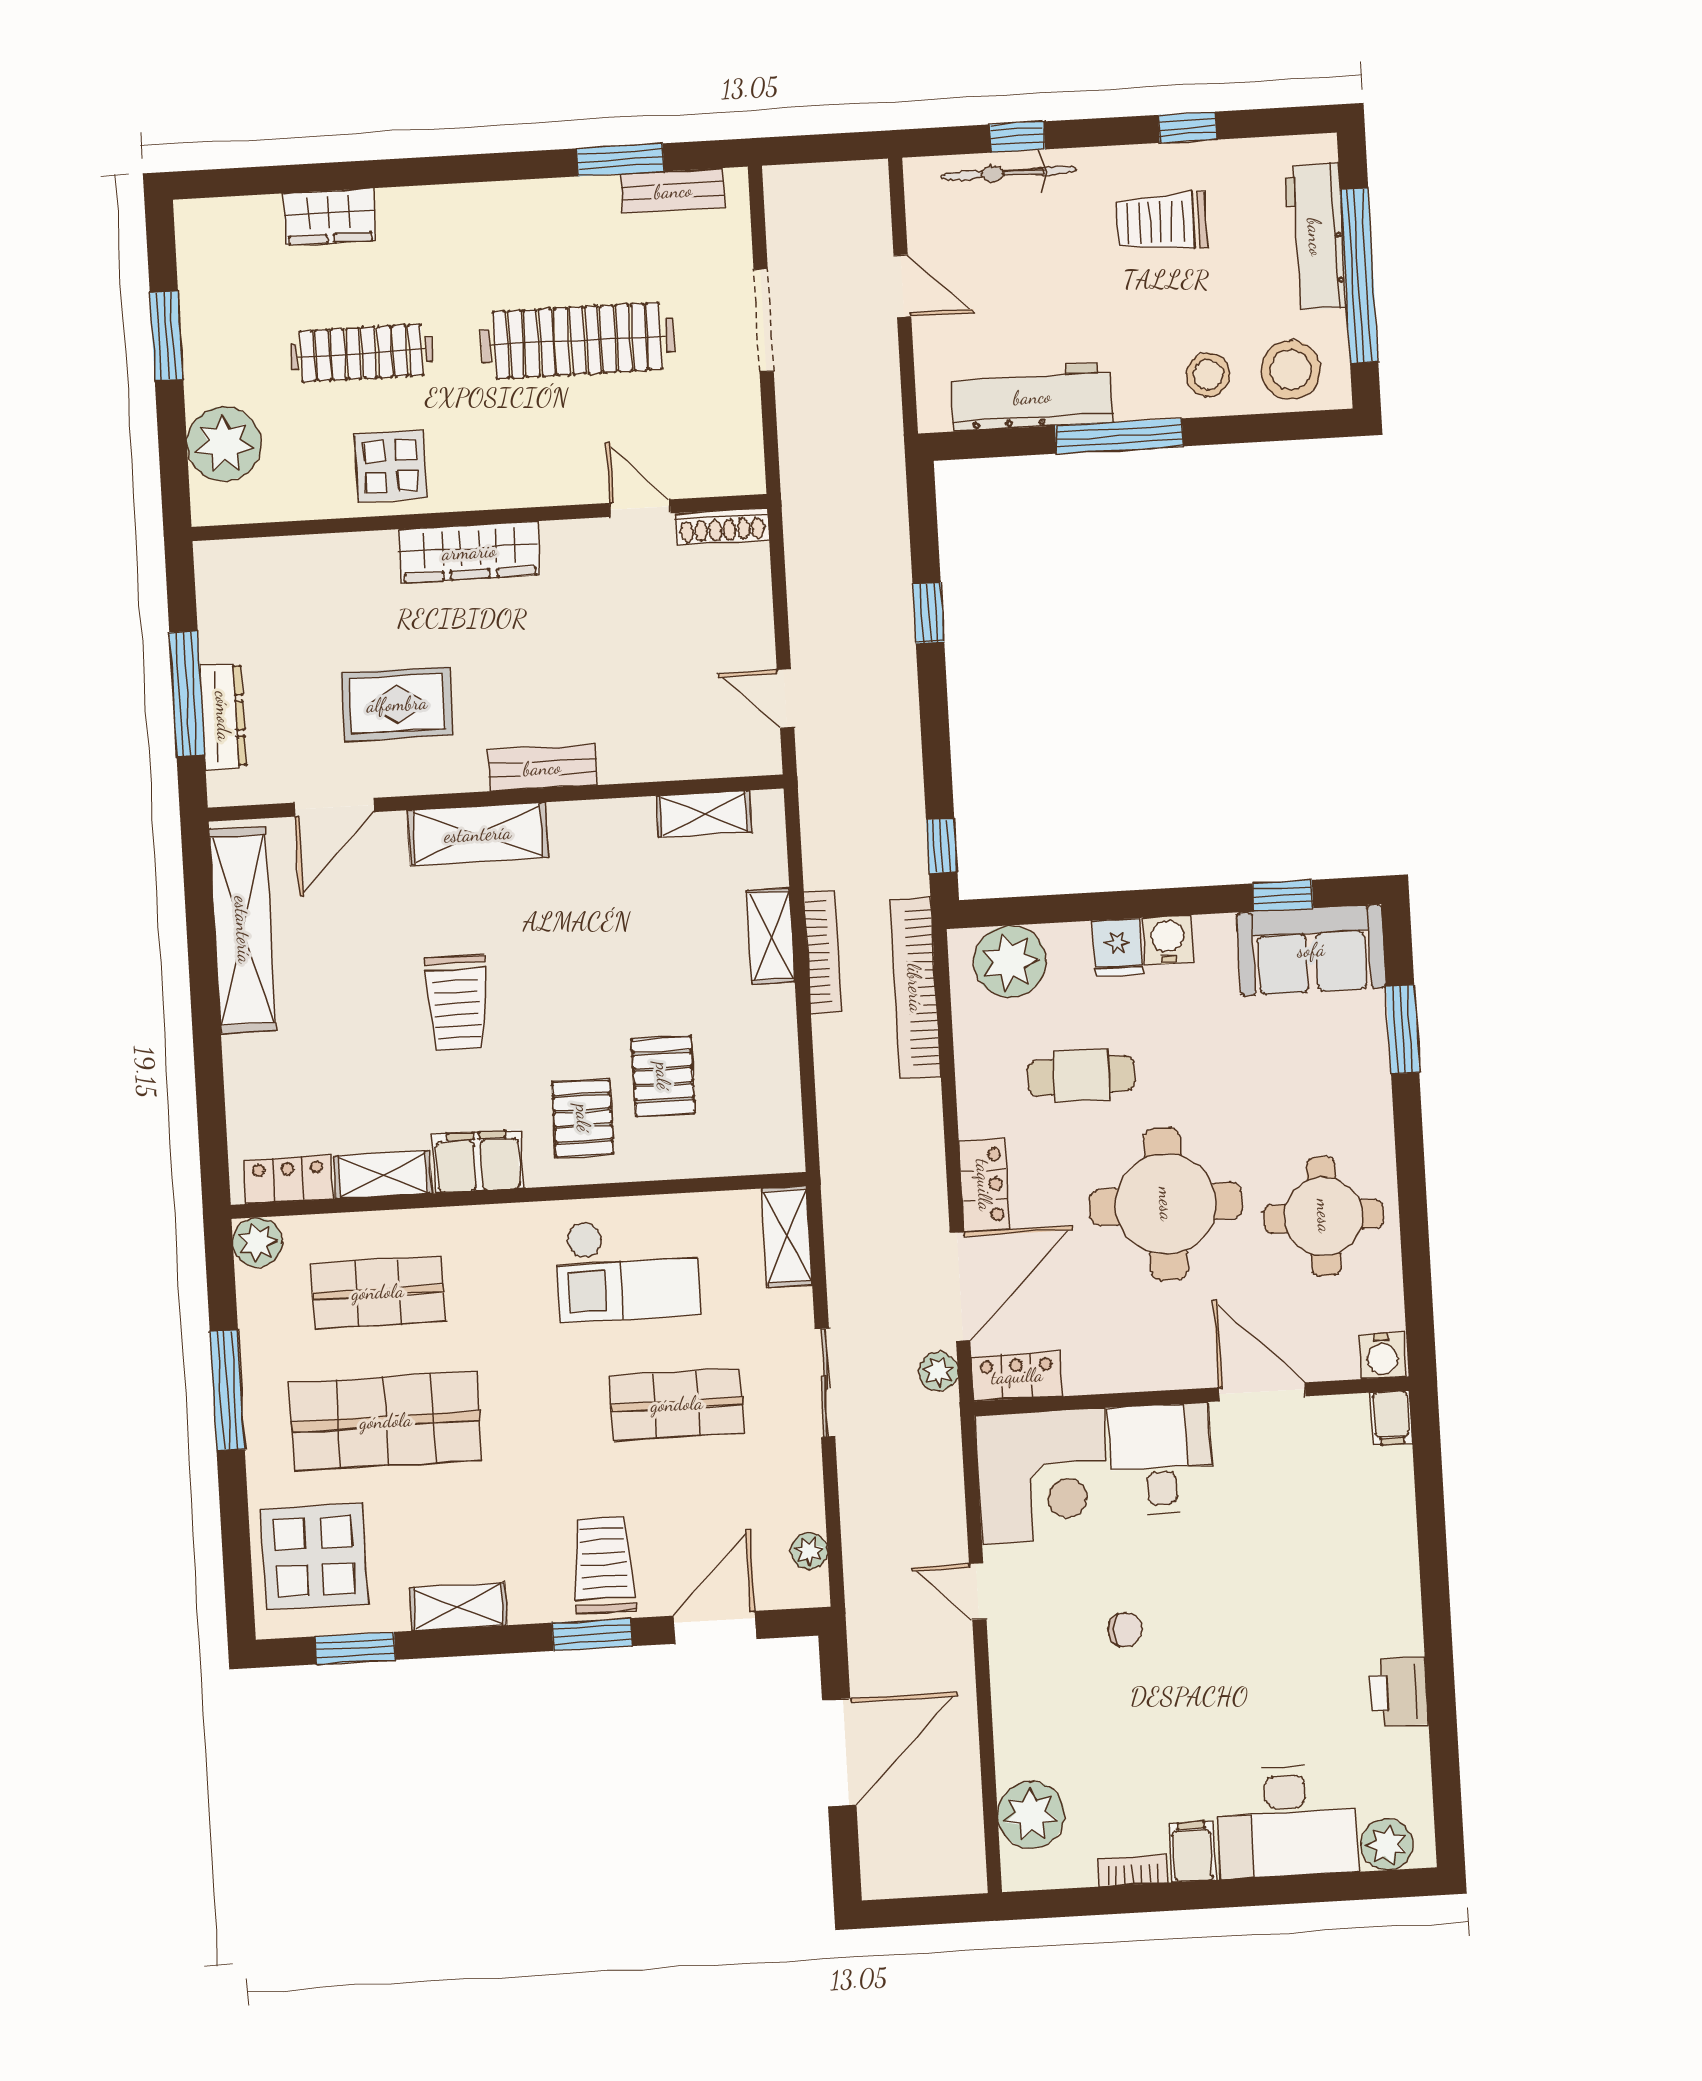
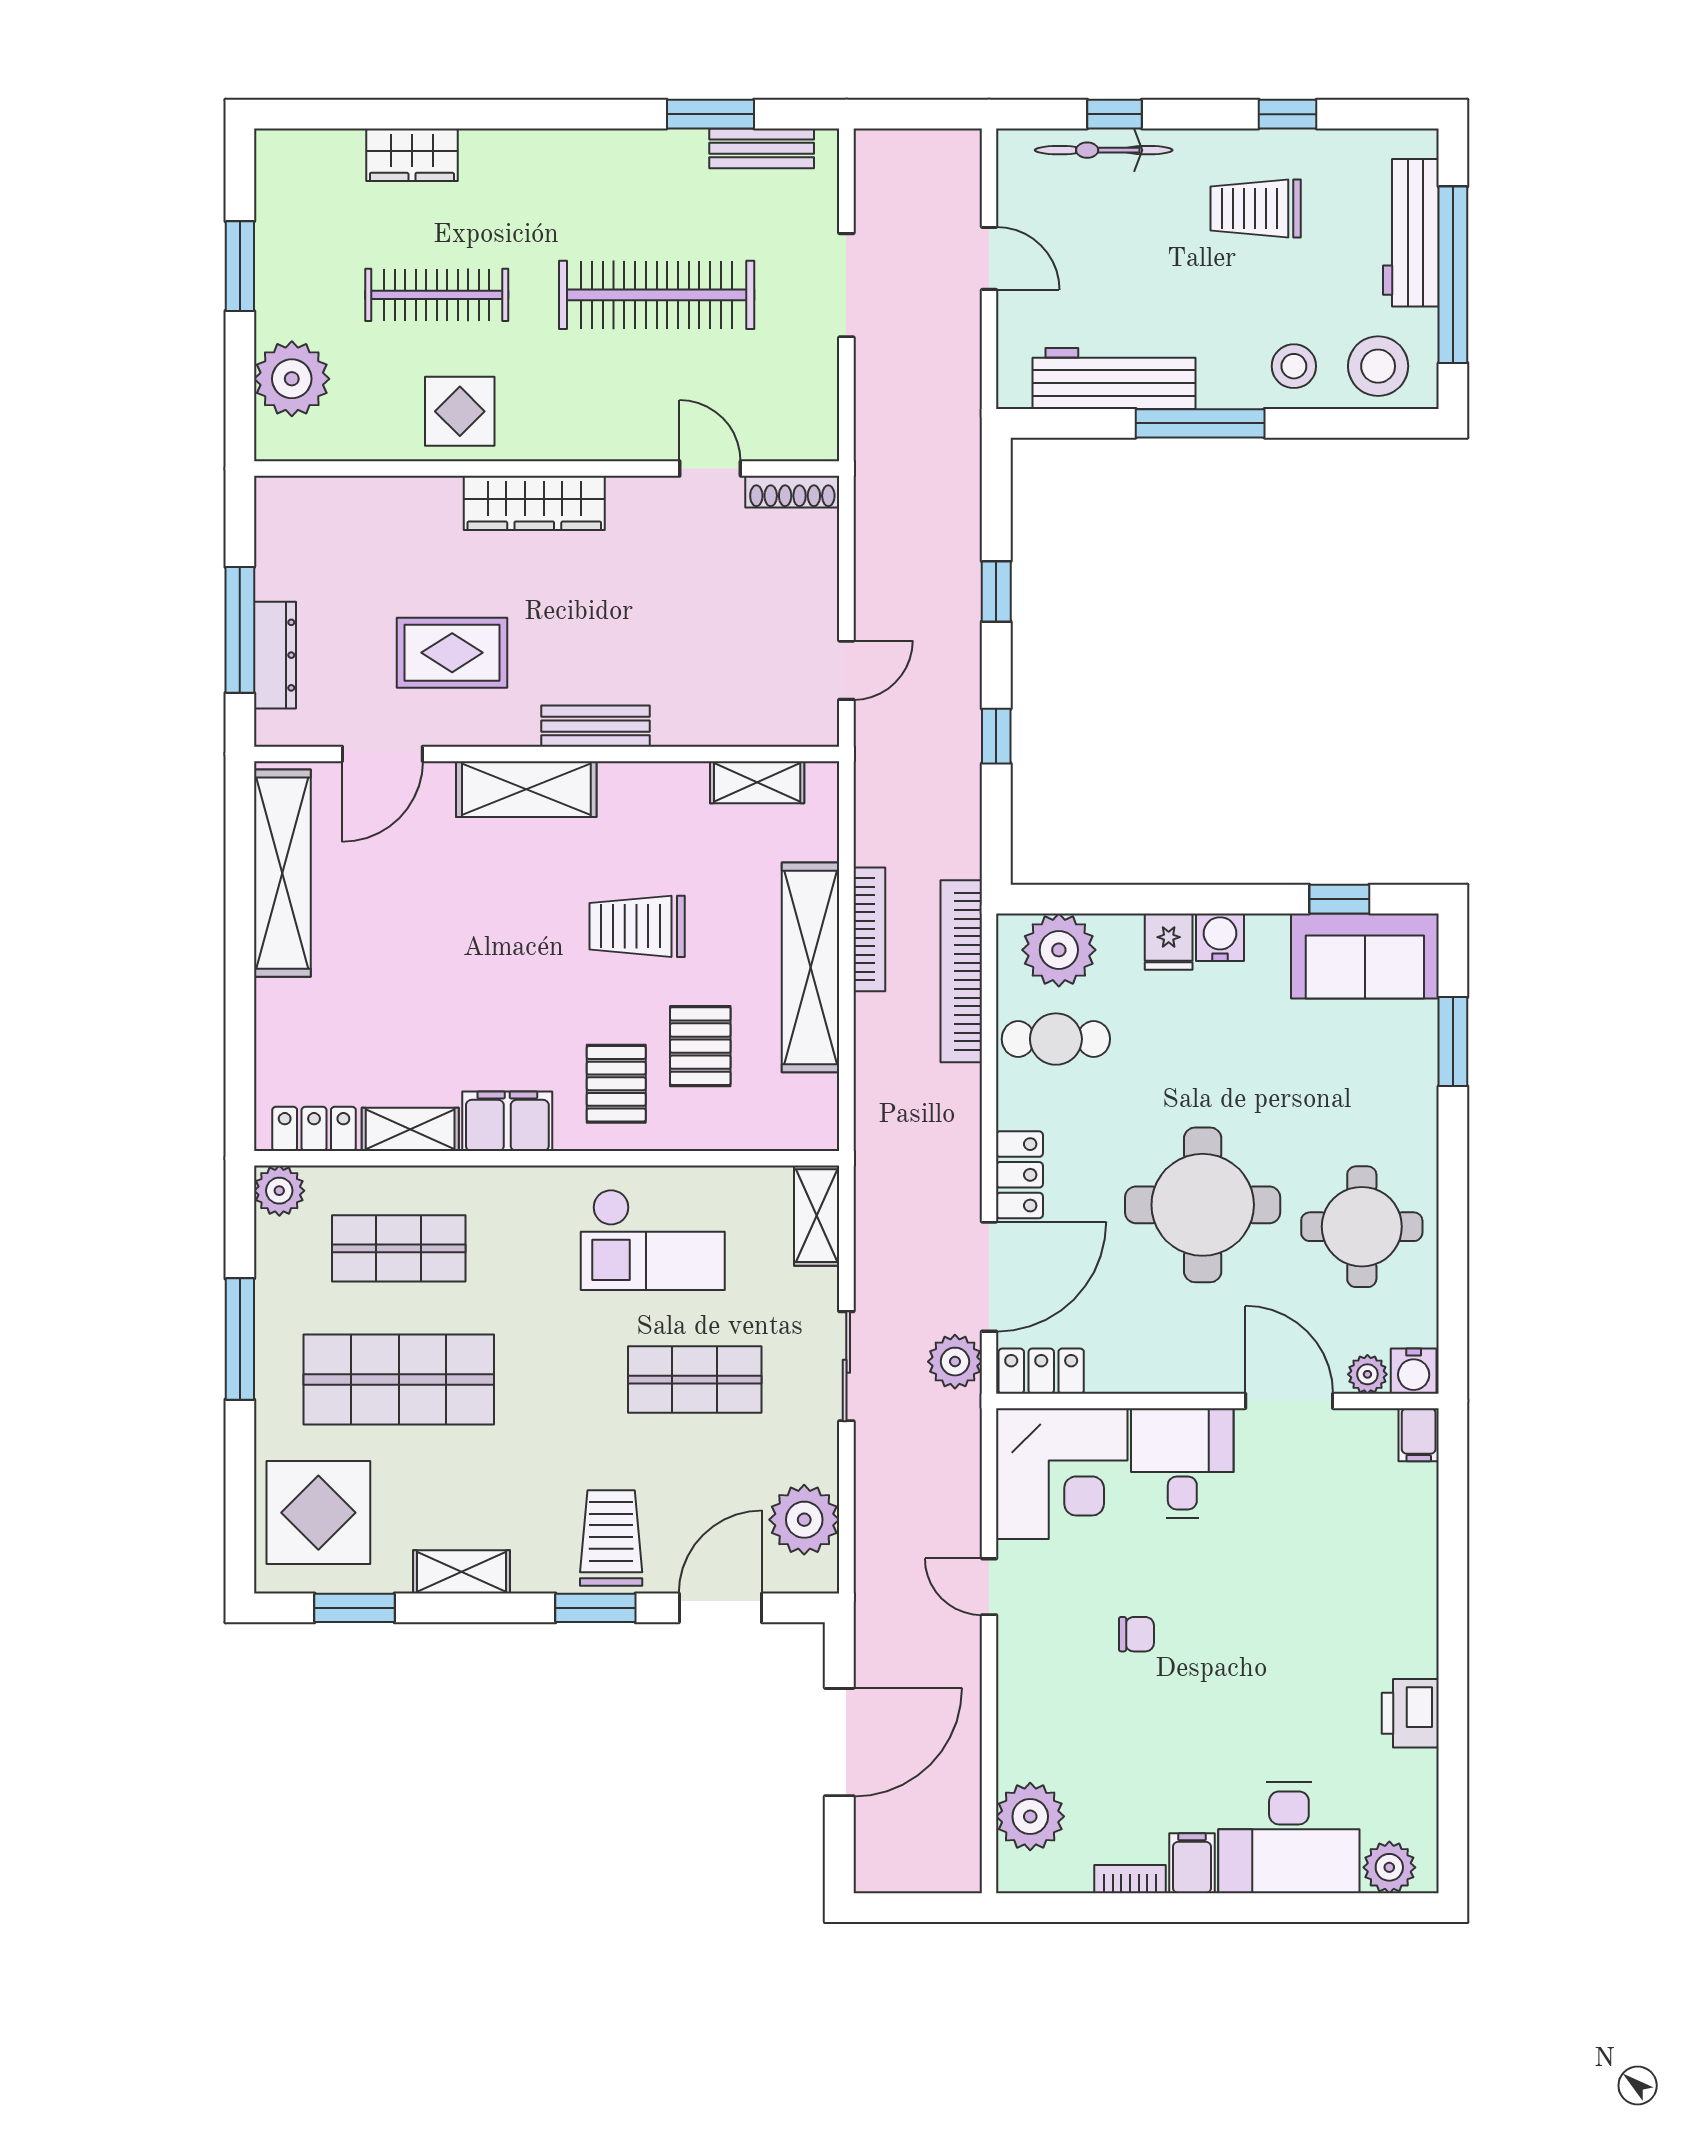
door: (785, 699) -> (846, 670), swing flipped
window: (942, 846) -> (996, 736), moved
shelving: (771, 936) -> (811, 967), width x2.20, depth x1.33
trolley: (457, 1003) -> (637, 926), moved, turned 90
cafe table: (1081, 1076) -> (1056, 1039), moved
plant: (1337, 1361) -> (1367, 1374), added
plant: (939, 1372) -> (955, 1362), width x1.38, depth x1.38
plant: (809, 1551) -> (804, 1520), width x1.87, depth x1.87

